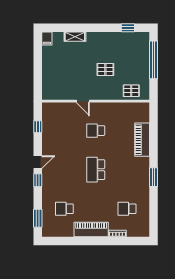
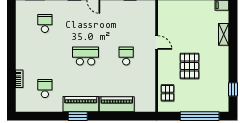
pallet: (105, 70) -> (189, 66), width x1.50, depth x1.42
door: (83, 101) -> (157, 43), swing flipped
piano: (91, 229) -> (81, 104), moved, turned -90

